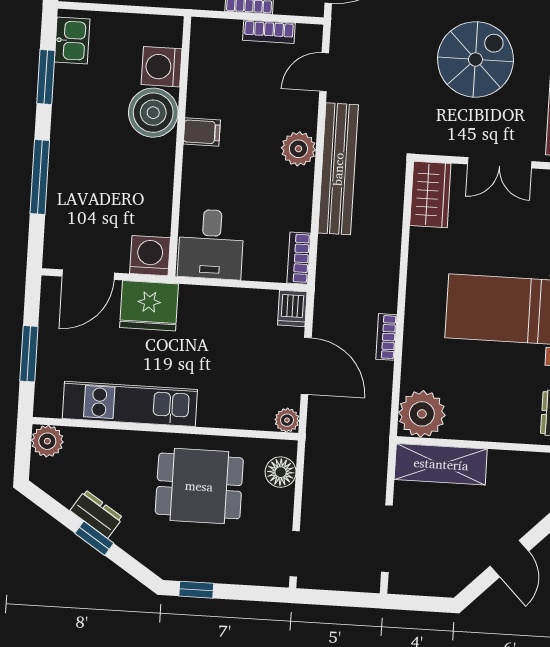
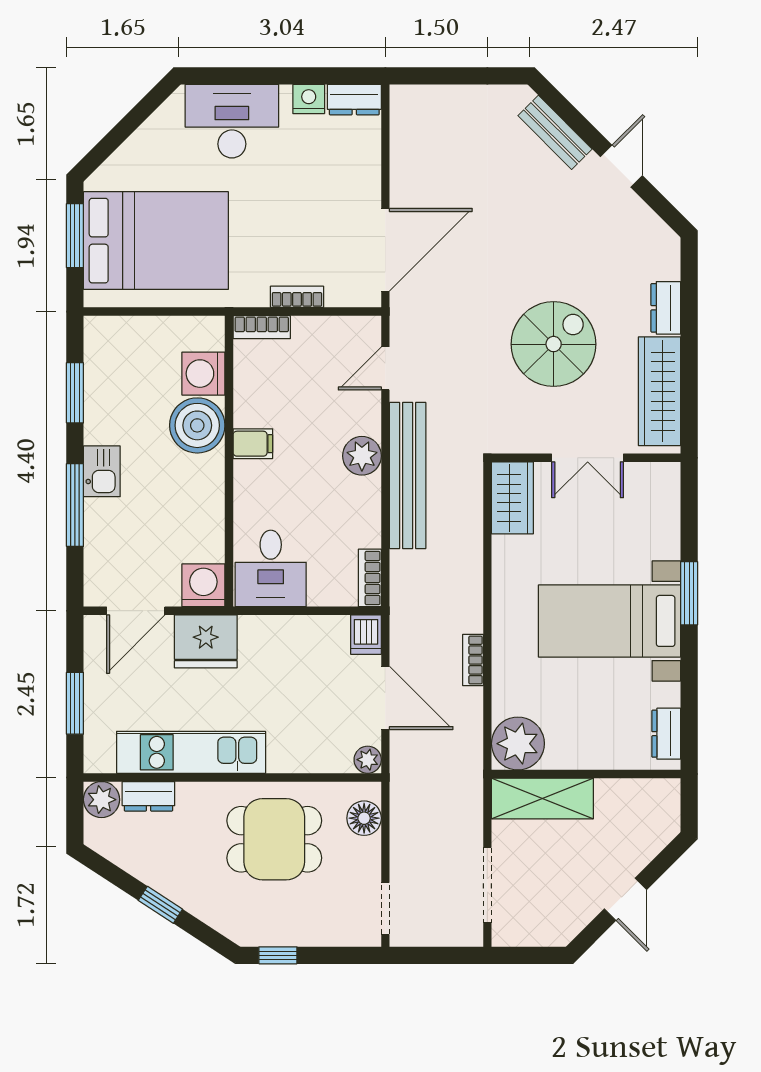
bookcase: (269, 32) -> (262, 327), moved
kitchen sink: (72, 41) -> (102, 471), moved
dresser: (96, 514) -> (148, 796), moved, turned 147

